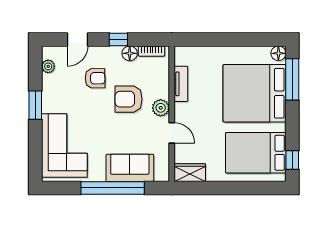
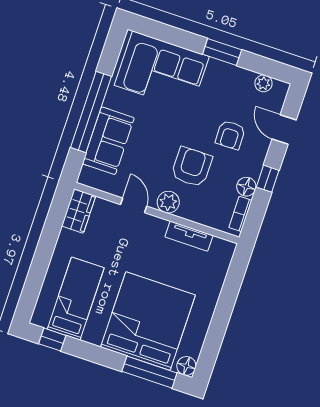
door: (172, 133) -> (134, 205), swing flipped
bed: (256, 153) -> (76, 299), width x0.67

